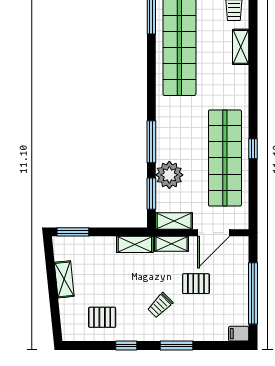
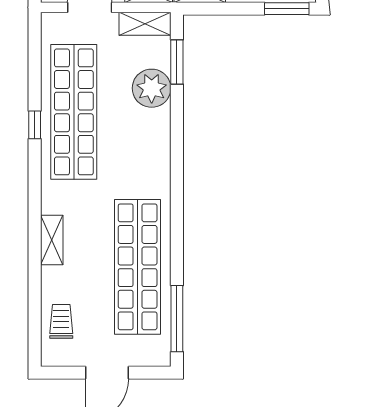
shelving: (241, 47) -> (52, 240), moved
window: (151, 142) -> (177, 135), removed

